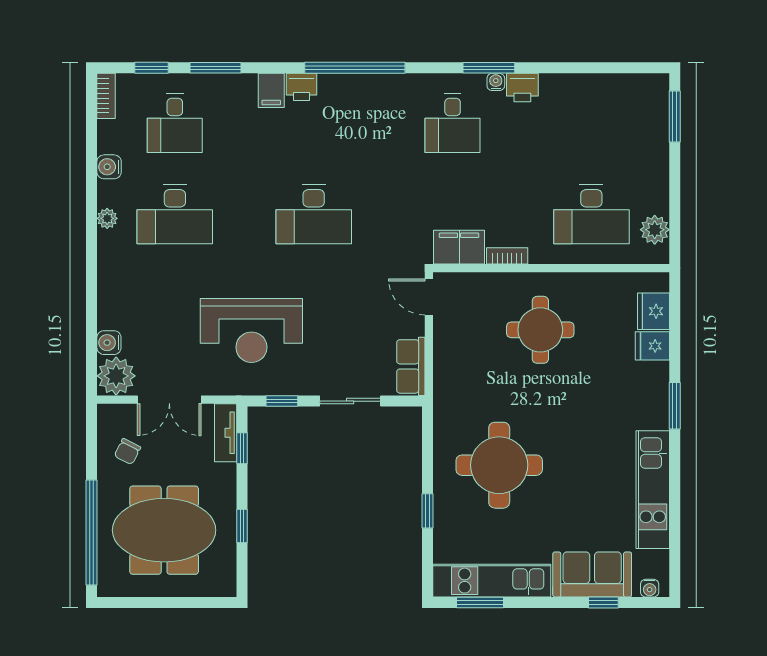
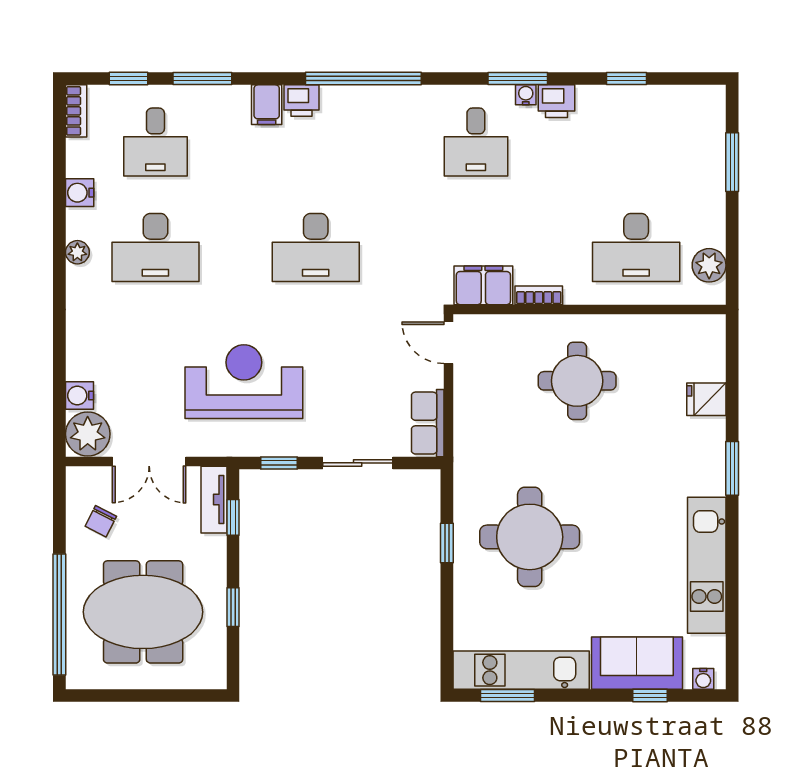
window: (583, 68) -> (626, 79), added
window: (675, 116) -> (732, 162), moved
fridge: (653, 311) -> (708, 359), removed
reception desk: (251, 331) -> (244, 382), turned 180
window: (427, 511) -> (447, 543), moved

